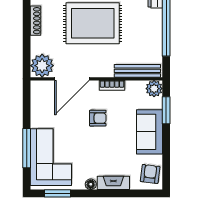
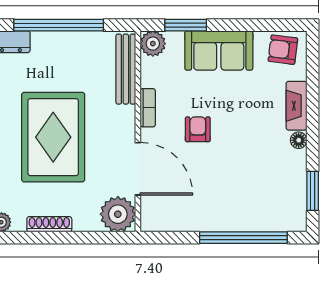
window: (27, 148) -> (243, 238), width x1.46
corner sofa: (51, 157) -> (257, 201), removed

